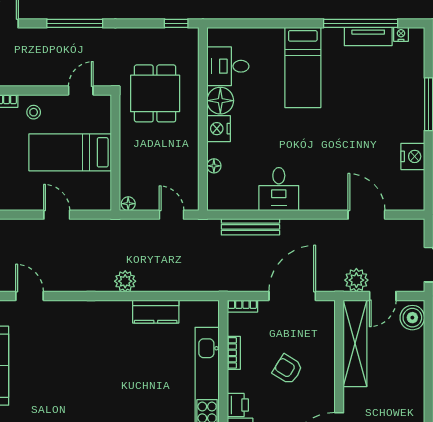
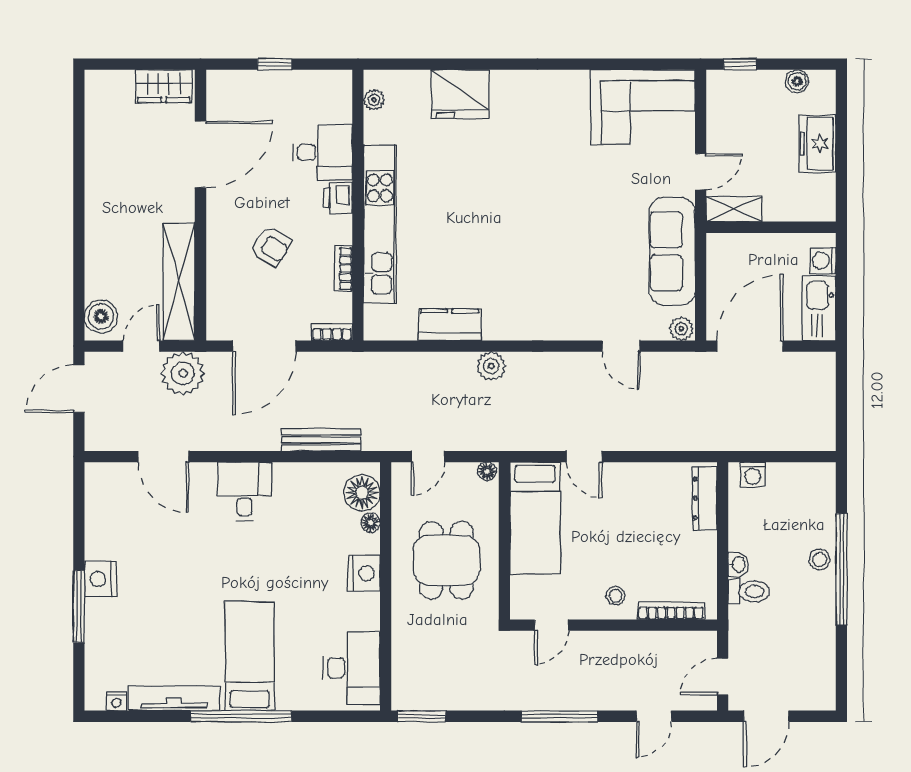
window: (176, 23) -> (422, 716), width x1.50
window: (361, 23) -> (241, 716), moved
tv unit: (368, 37) -> (174, 698), width x1.41
desk: (228, 66) -> (352, 668), width x1.37
dining table: (155, 93) -> (446, 560), moved
floor lamp: (220, 101) -> (362, 493), moved
bed: (70, 152) -> (535, 518), moved, turned 90
nightstand: (413, 156) -> (100, 579), moved
desk: (279, 189) -> (244, 491), moved
door: (172, 215) -> (428, 457), hinge flipped
plant: (356, 280) -> (183, 373), width x1.36, depth x1.36

